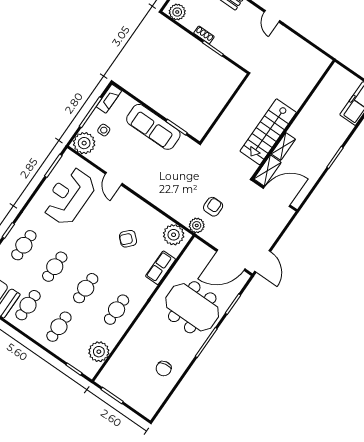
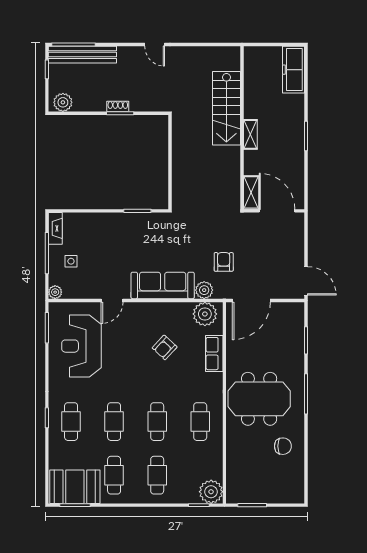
shoe rack: (204, 35) -> (118, 106), moved
sofa: (153, 127) -> (163, 285), moved, turned 180
stairs: (268, 132) -> (226, 108), moved
plant: (84, 143) -> (55, 292), width x0.53, depth x0.53
shelving: (283, 146) -> (250, 134), moved
door: (114, 179) -> (112, 300), hinge flipped
door: (277, 197) -> (277, 211), hinge flipped
plant: (197, 225) -> (204, 290), moved
door: (231, 260) -> (251, 300), moved
meeting table: (192, 307) -> (259, 399), moved
plant: (99, 352) -> (211, 492), moved
chair: (164, 369) -> (283, 446), turned -80

